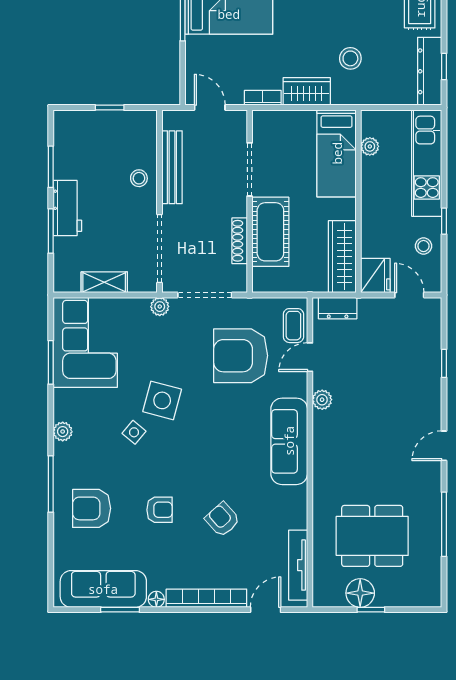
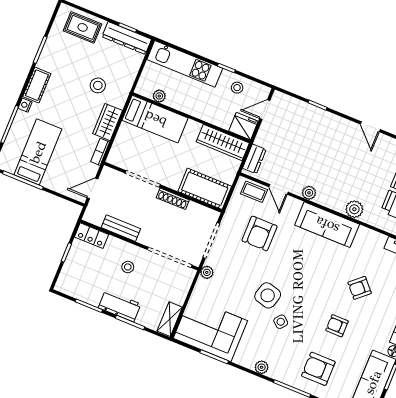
locker: (146, 132) -> (92, 236), added
bench: (172, 167) -> (121, 228), width x0.73
stool: (139, 178) -> (128, 267), moved
cot: (270, 232) -> (205, 189), moved
shoe rack: (240, 241) -> (173, 199), moved
shelving: (104, 282) -> (170, 319), moved
armchair: (241, 356) -> (260, 233), width x0.73, depth x0.73
plant: (325, 469) -> (354, 209), added
armchair: (92, 508) -> (318, 369), turned 90
armchair: (159, 510) -> (337, 326), turned -90

